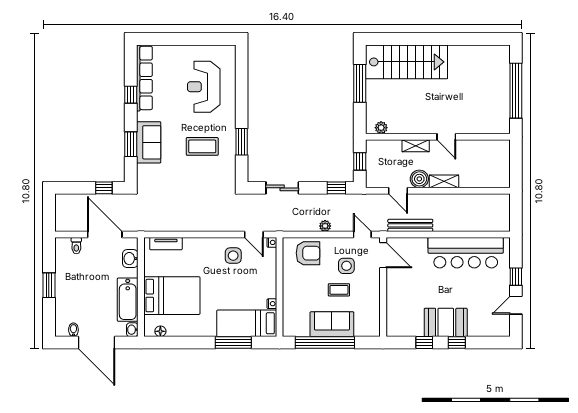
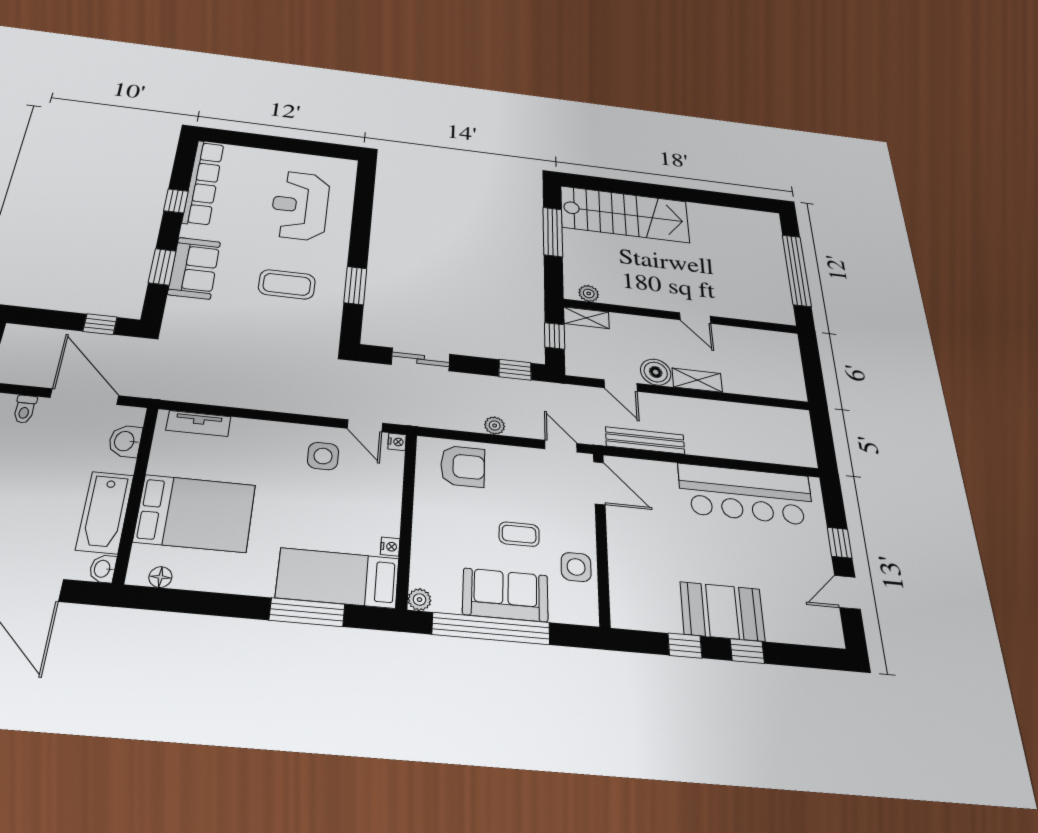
shelving: (416, 146) -> (586, 318), moved
side table: (346, 266) -> (576, 567), moved
plant: (288, 331) -> (419, 600), added

